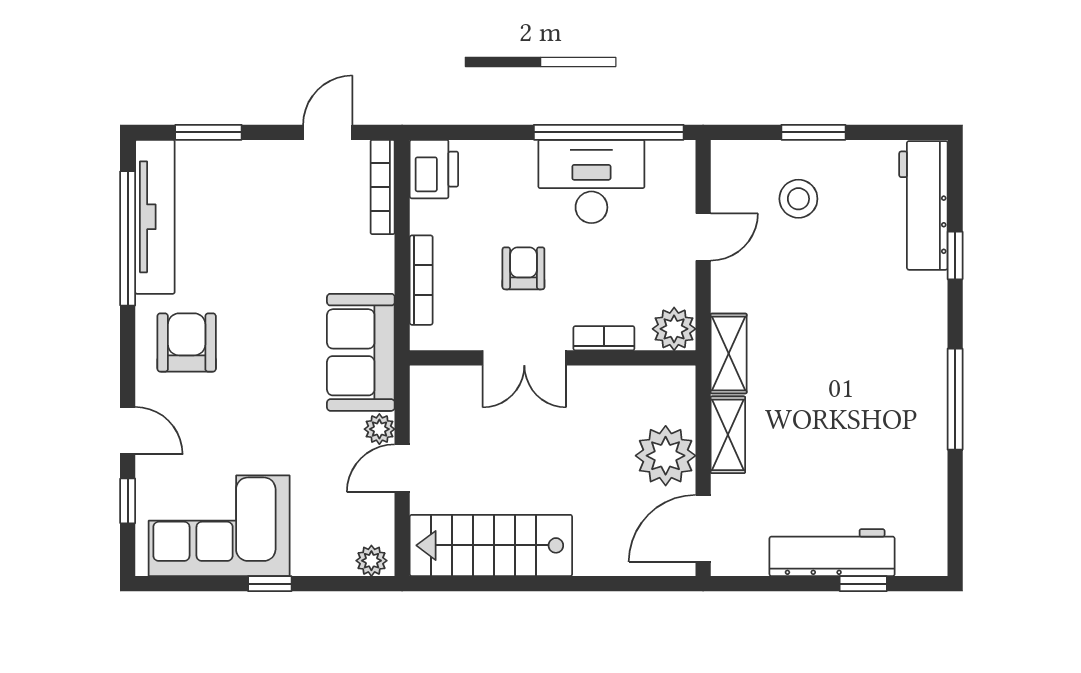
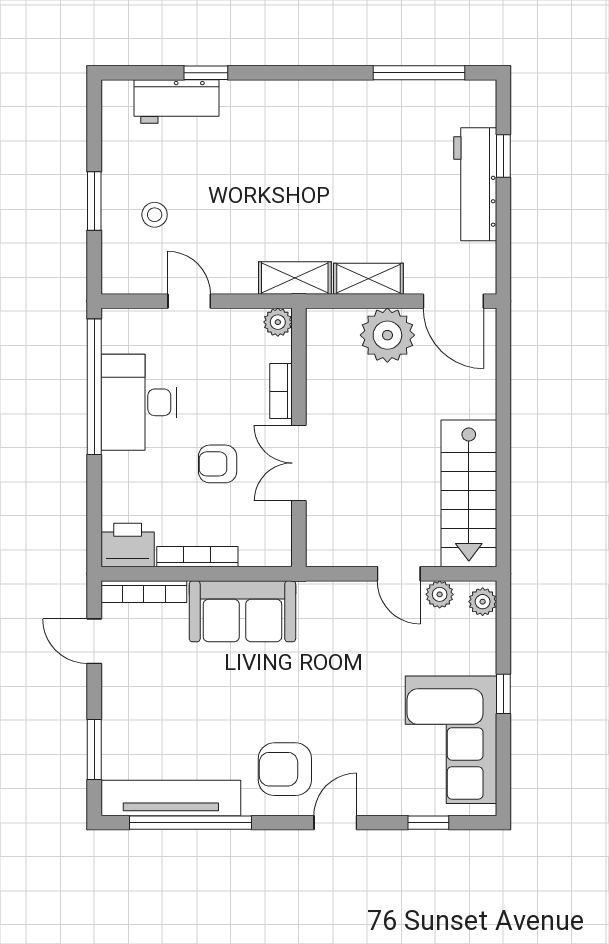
stool: (798, 199) -> (155, 215), width x0.73, depth x0.73
workbench: (923, 205) -> (177, 101), width x0.73
bookcase: (421, 280) -> (197, 557), moved
plant: (674, 329) -> (278, 322), width x0.73, depth x0.73
sofa: (361, 352) -> (242, 611), moved
double door: (524, 358) -> (299, 463), swing flipped
window: (955, 399) -> (419, 73), moved
plant: (379, 429) -> (440, 594), moved
door: (128, 431) -> (335, 823), moved

